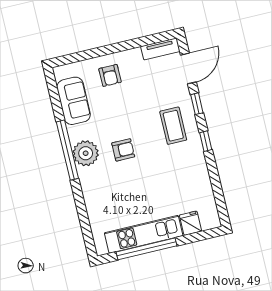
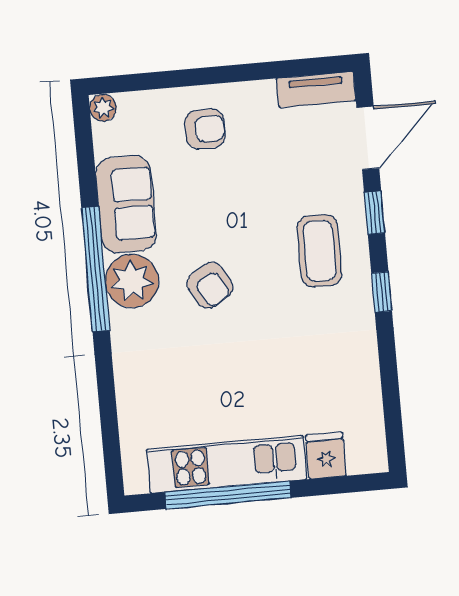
plant: (60, 72) -> (103, 108), added
armchair: (110, 75) -> (205, 129), turned -90
sofa: (74, 101) -> (126, 204), moved
armchair: (123, 150) -> (210, 285), turned 60

